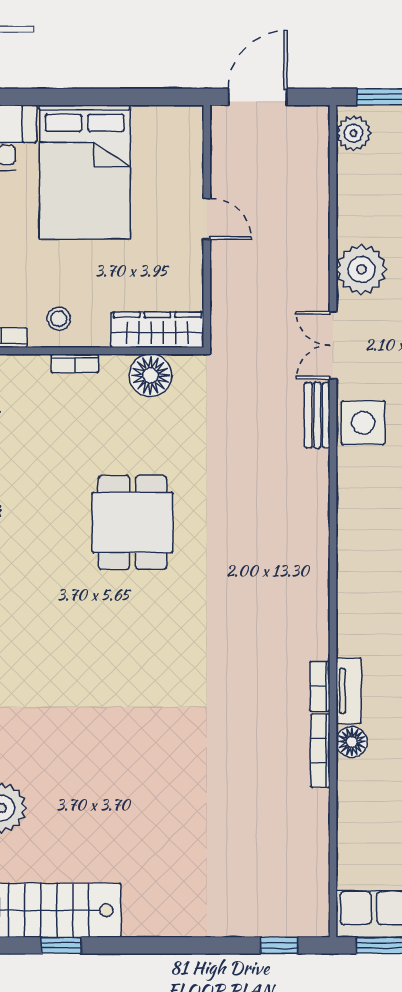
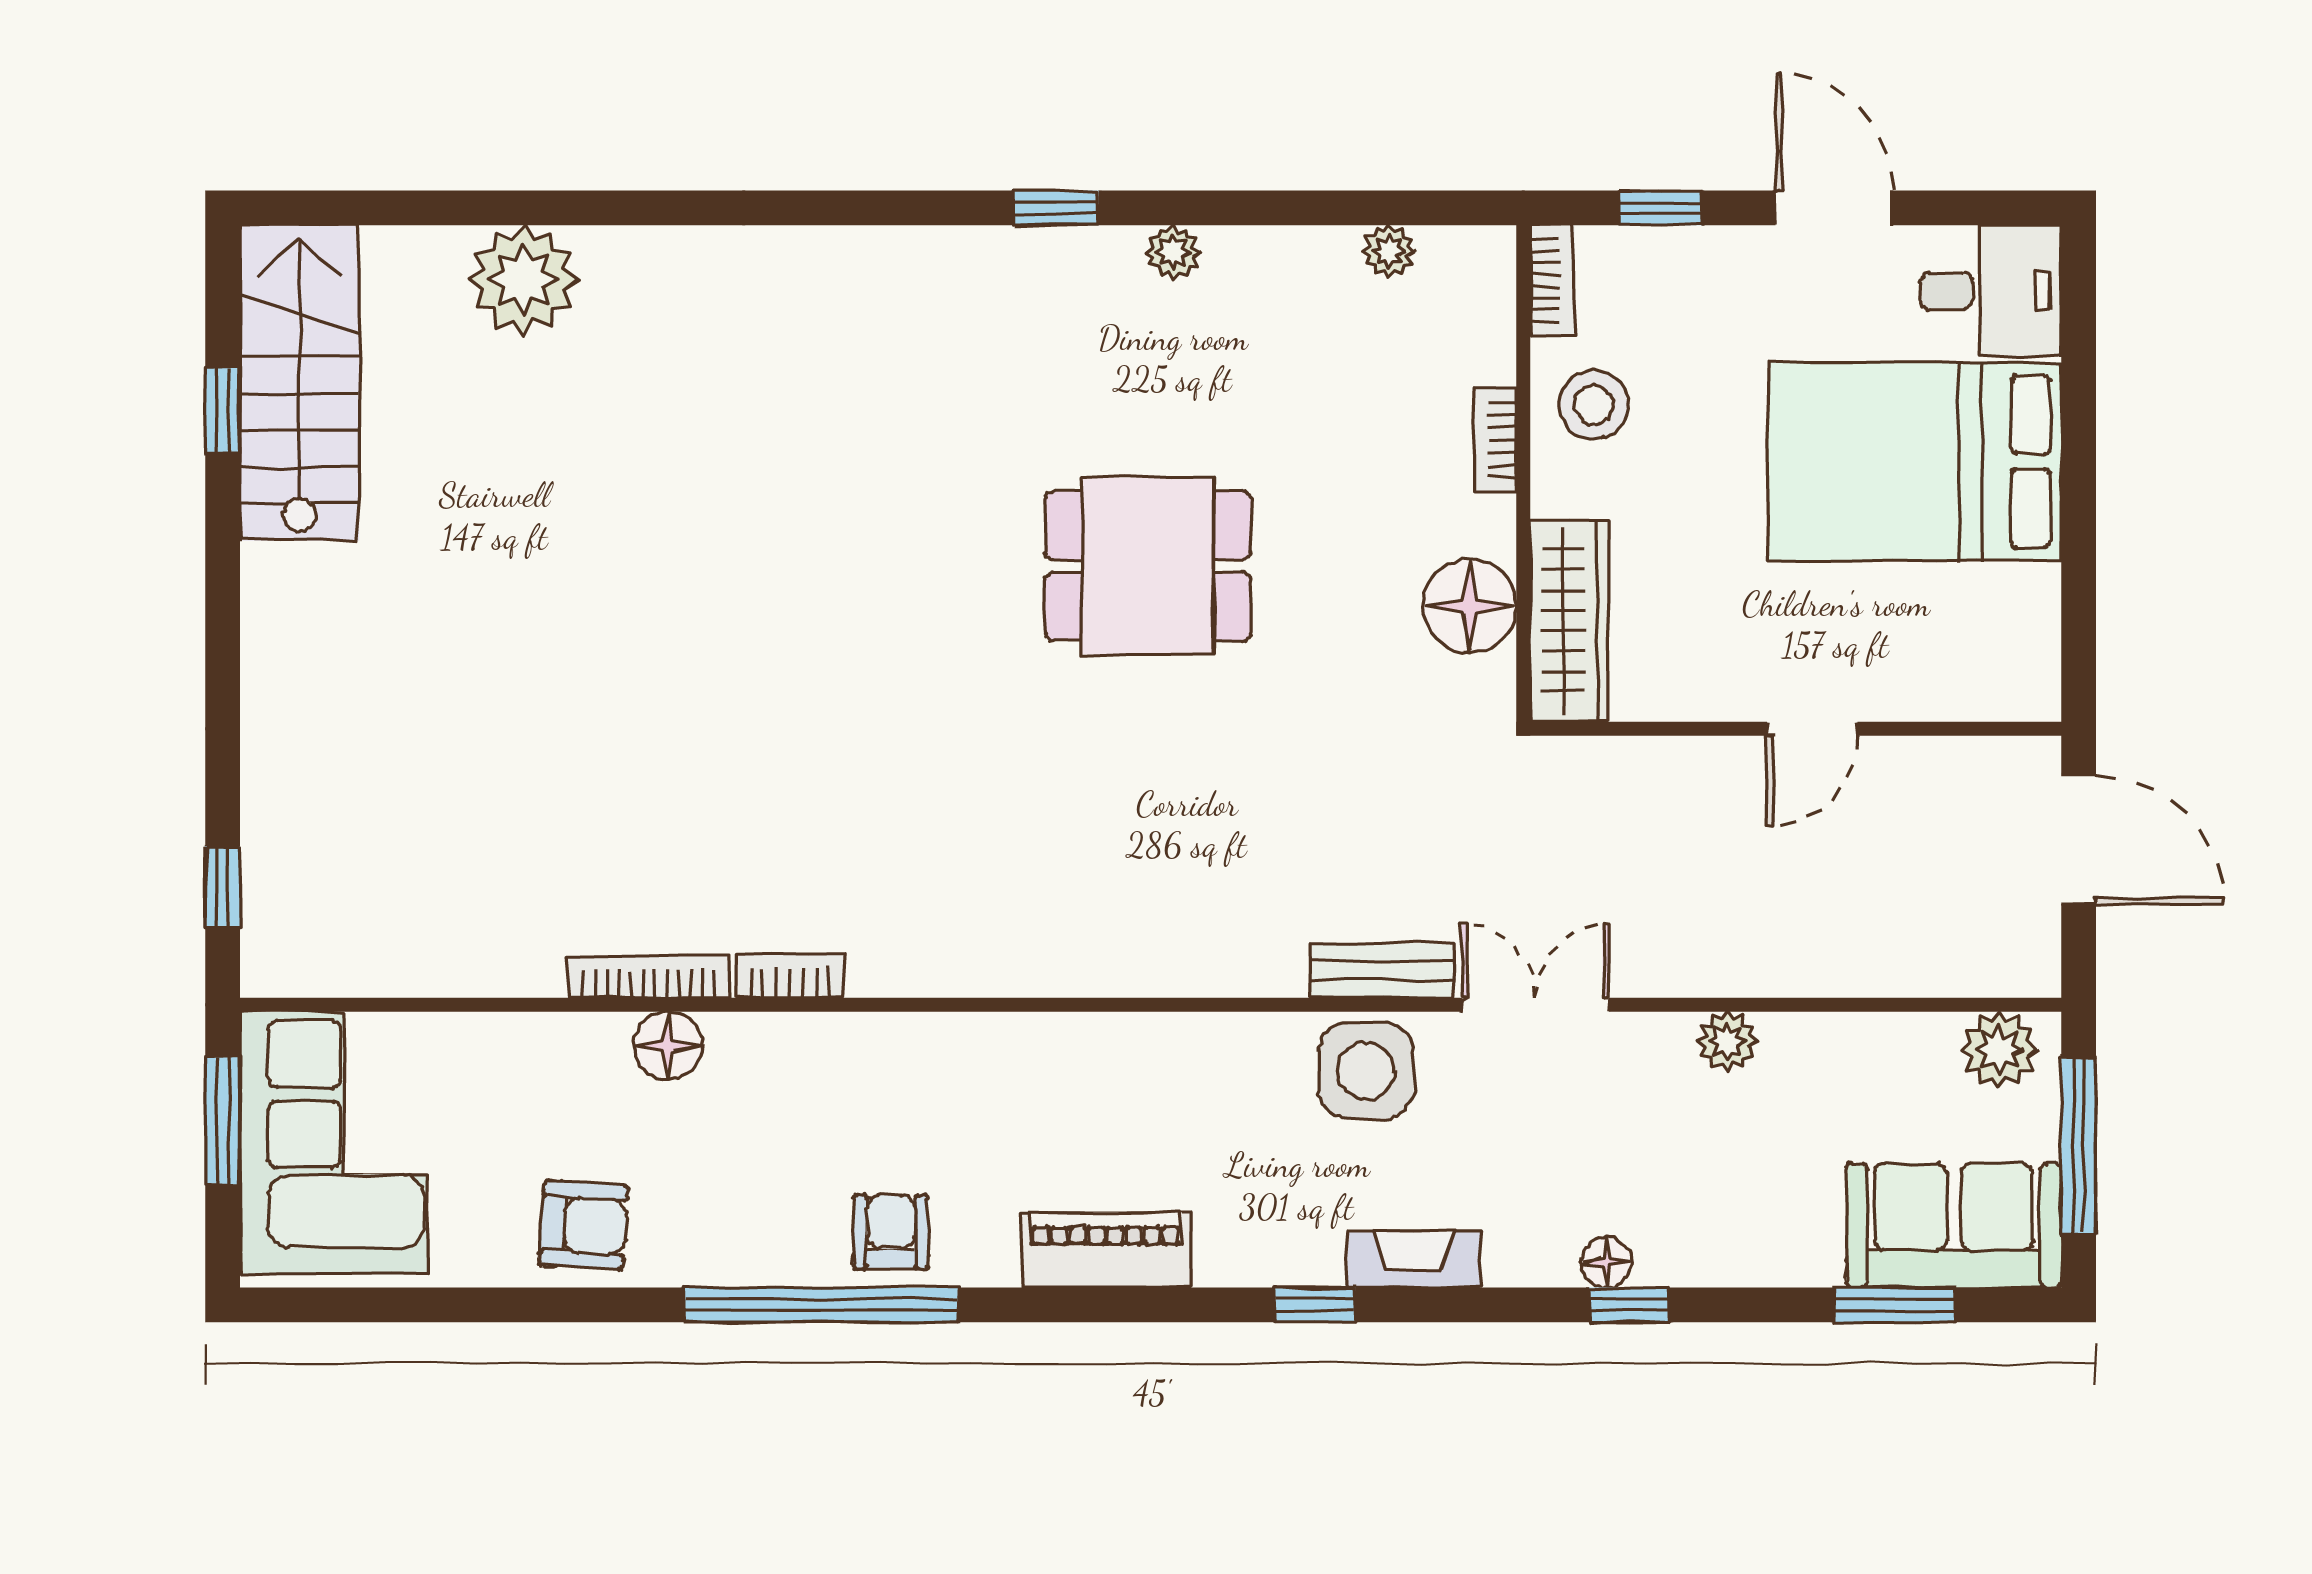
plant: (361, 269) -> (1727, 1041), width x0.53, depth x0.53
stool: (59, 319) -> (1594, 405), width x1.37, depth x1.37
tv unit: (349, 691) -> (780, 1039), removed

